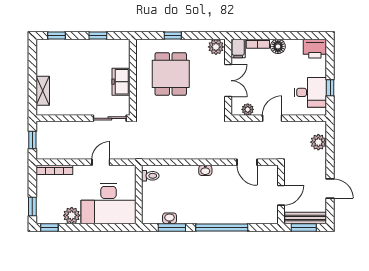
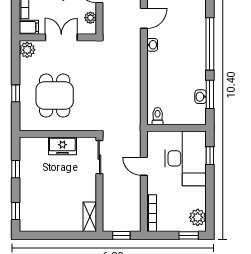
dining table: (171, 74) -> (55, 96), turned 90
shelving: (43, 91) -> (90, 217), moved, turned 90
washbasin: (205, 170) -> (152, 45), moved
plant: (72, 215) -> (198, 217), moved
window: (49, 228) -> (210, 156), moved

